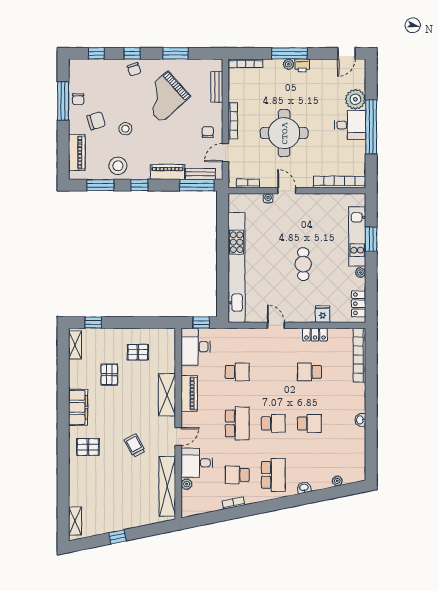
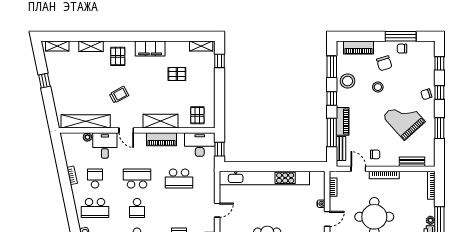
window: (197, 185) -> (332, 133), moved
pallet: (138, 352) -> (197, 115), moved
school desk: (237, 372) -> (179, 179), width x1.85
school desk: (237, 423) -> (137, 179), turned 180
shelving: (75, 480) -> (91, 46), added

